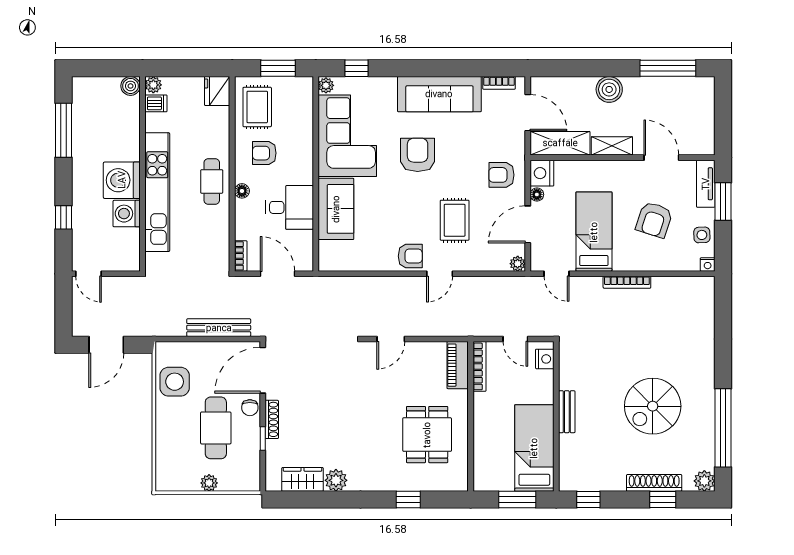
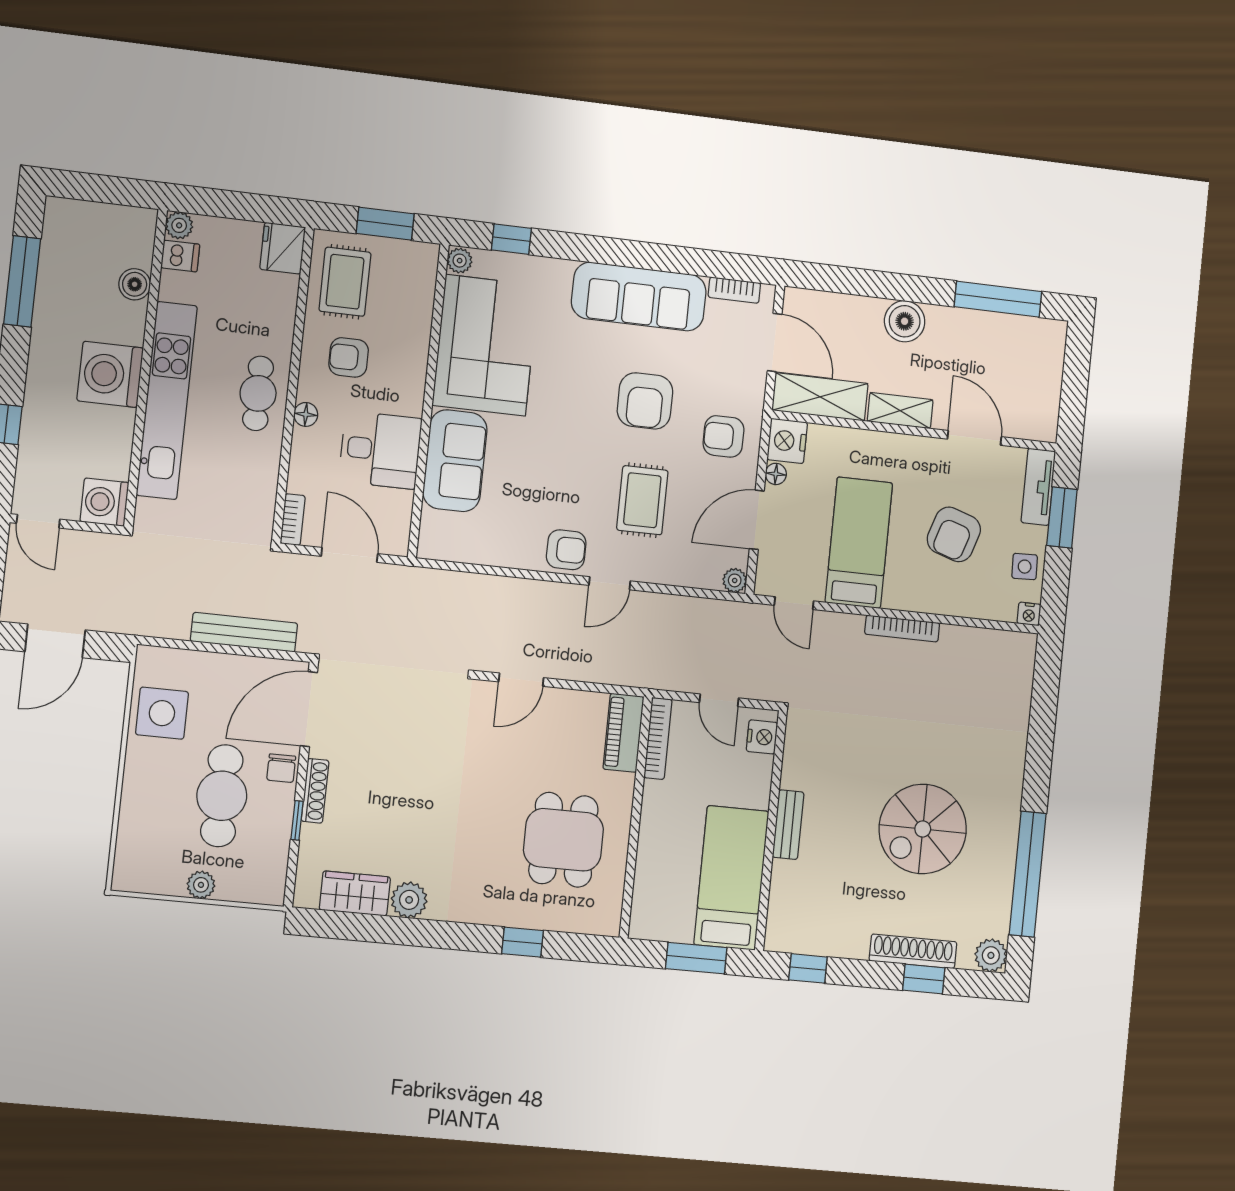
boiler: (130, 86) -> (135, 284), moved
armchair: (418, 155) -> (645, 401), moved, turned 180
washing machine: (127, 214) -> (104, 502), moved

